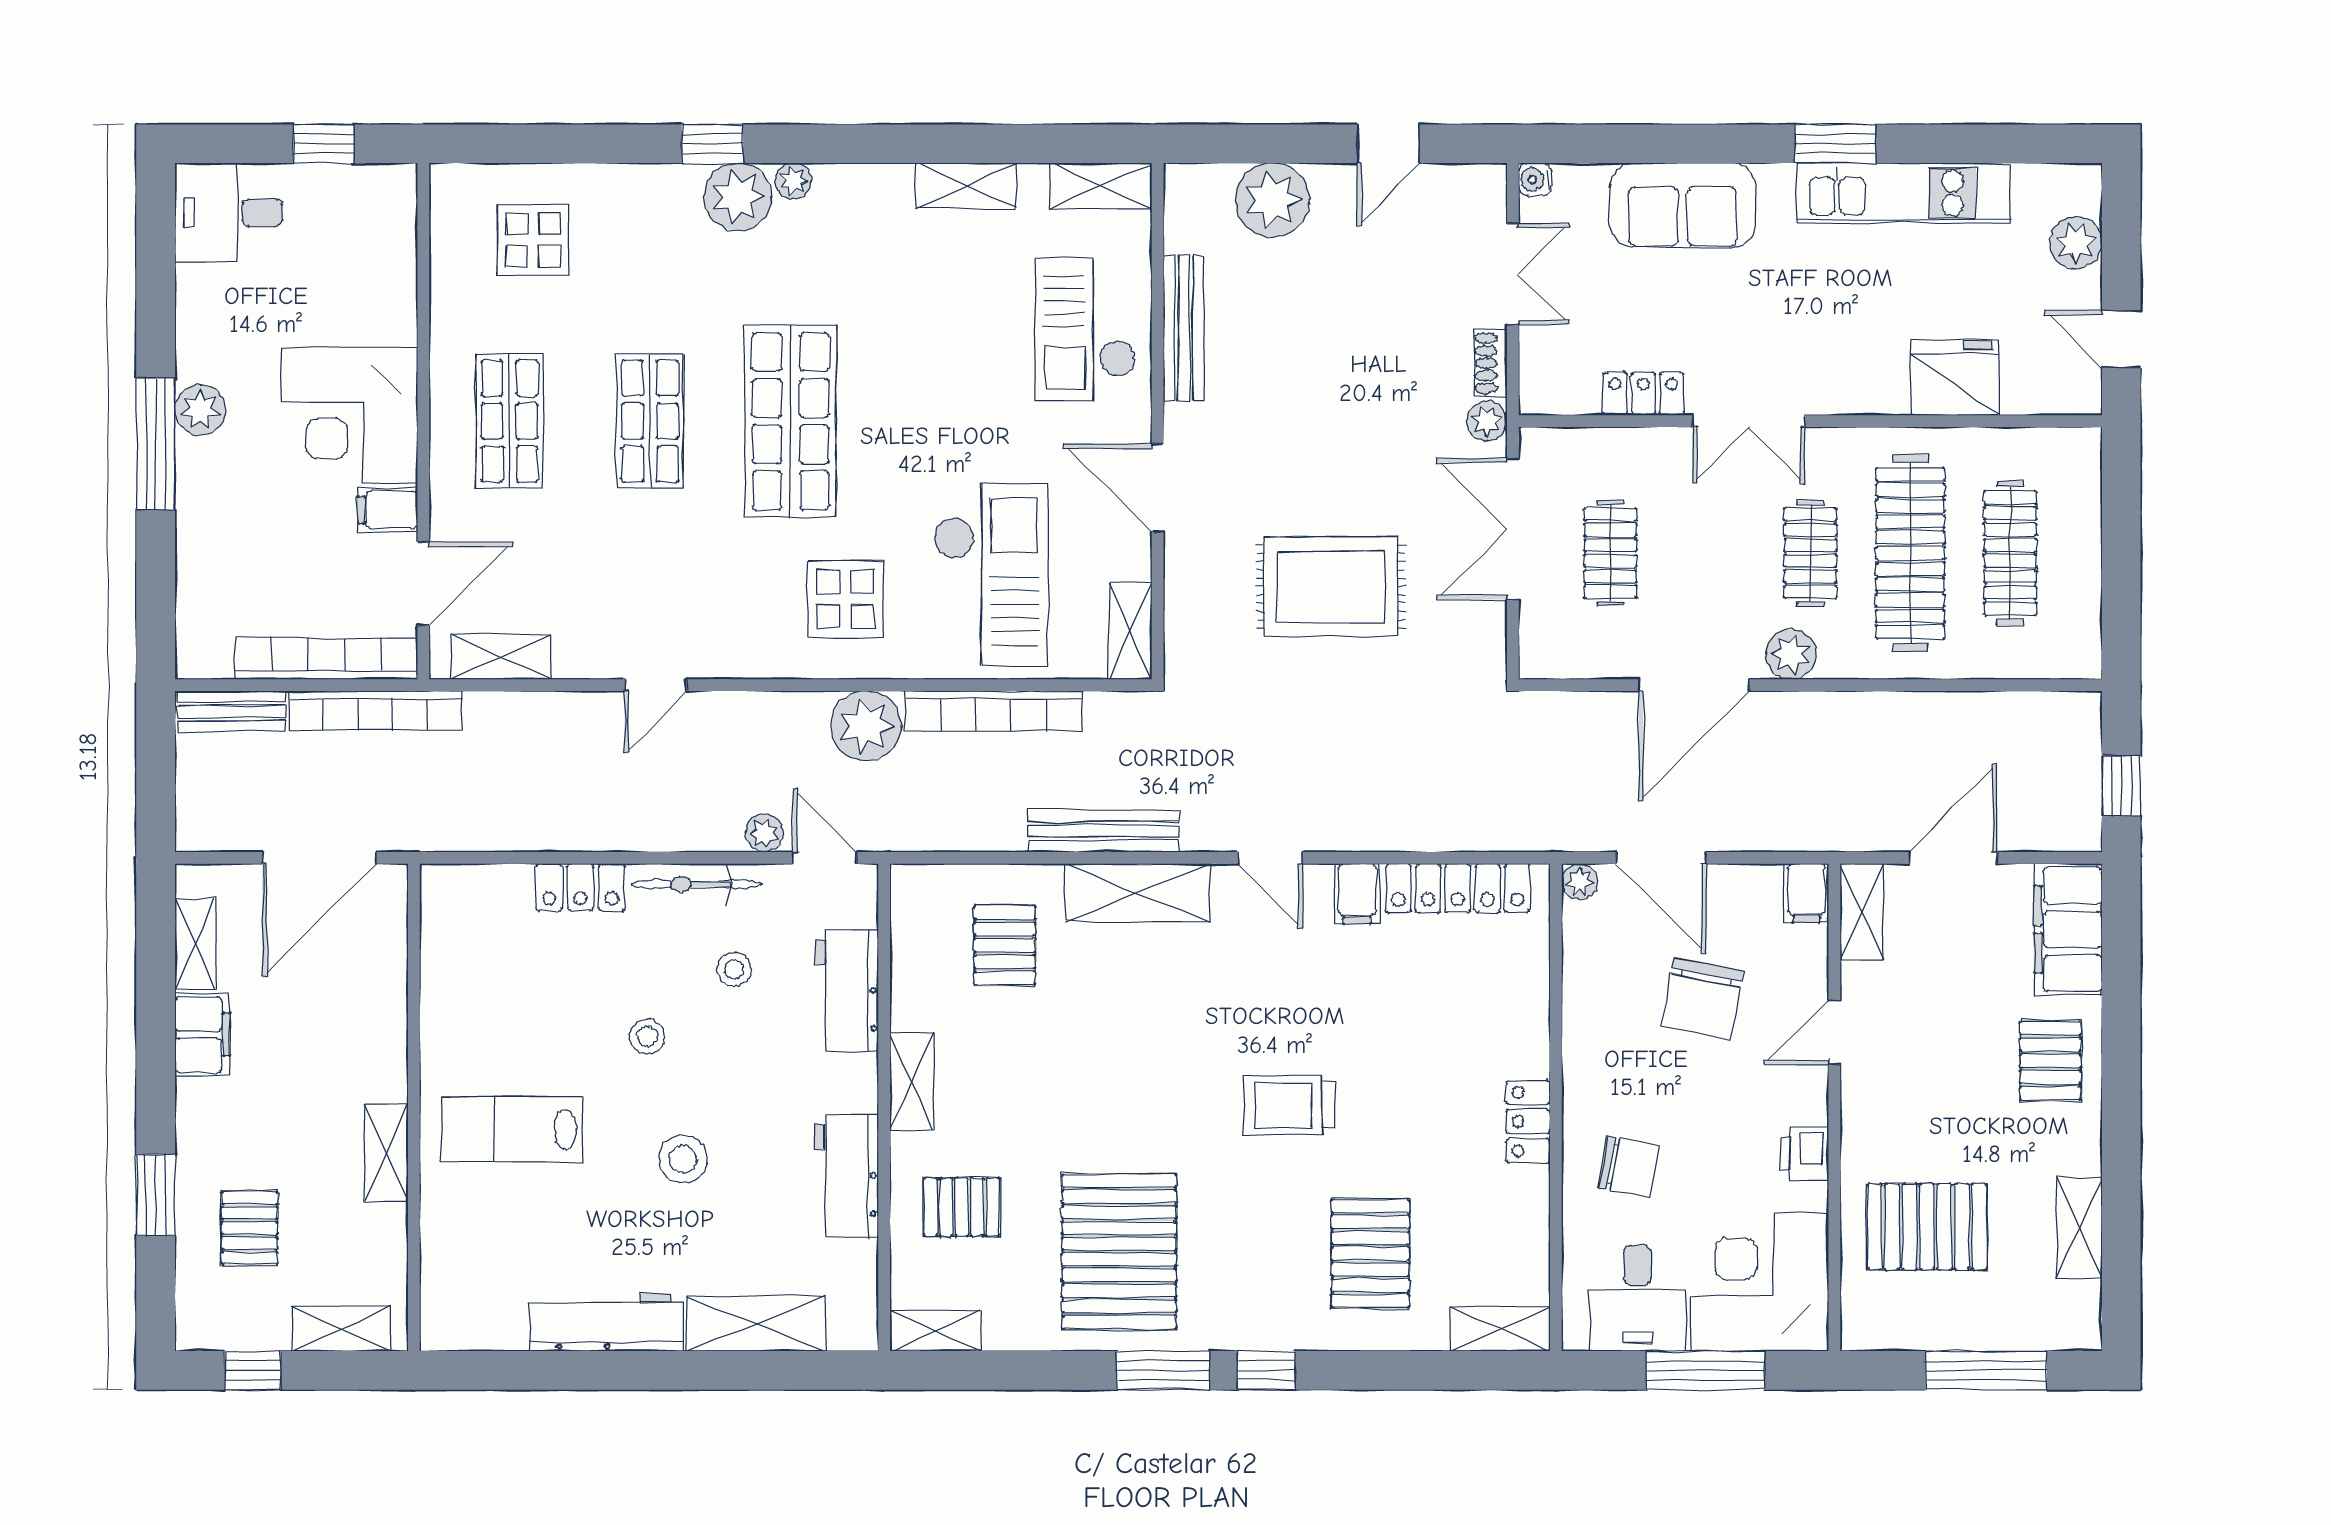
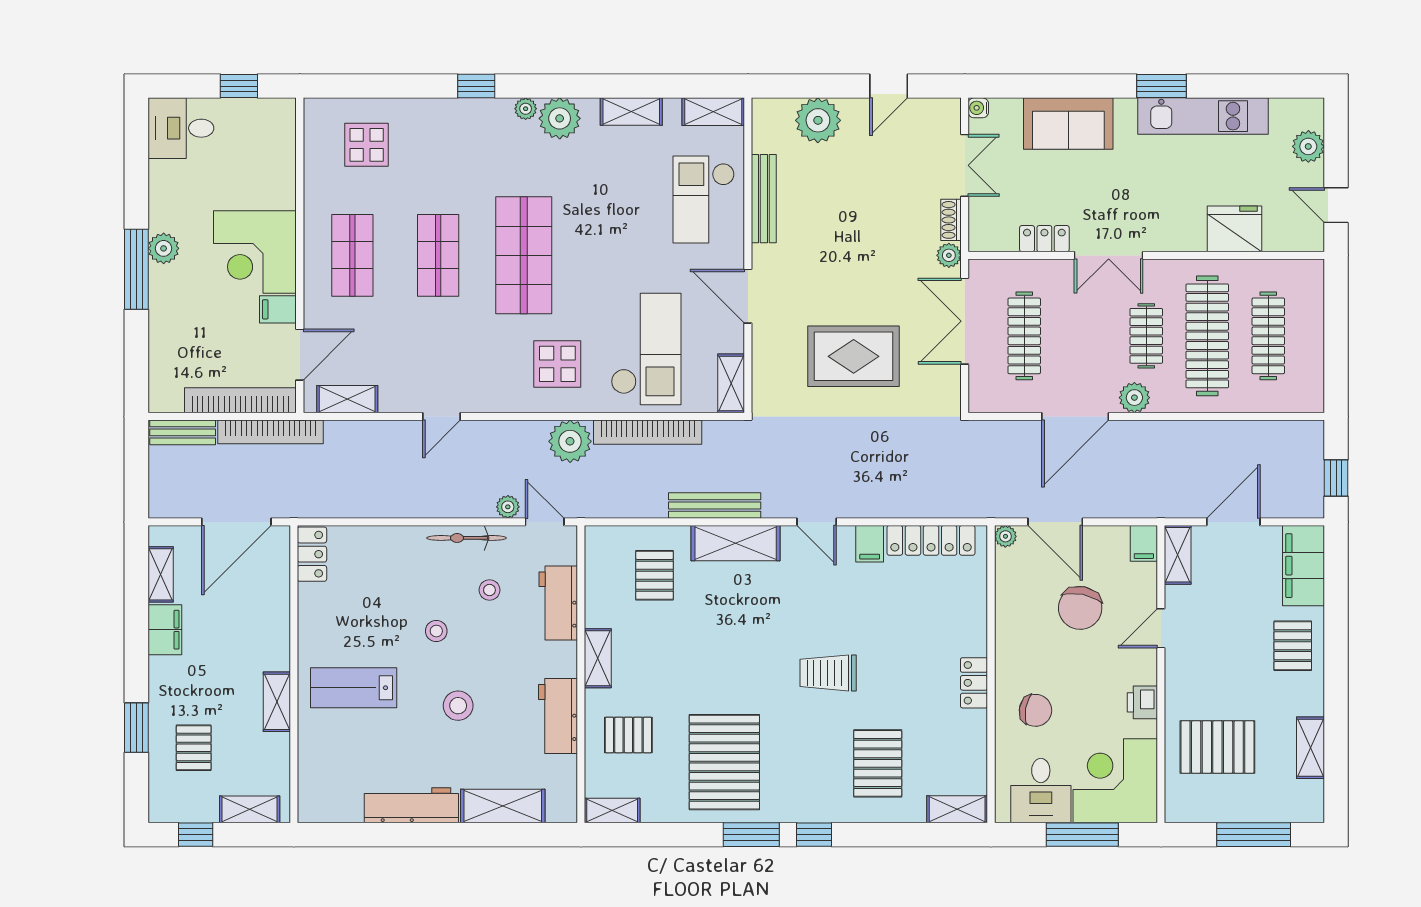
plant: (738, 197) -> (560, 118), moved
clothes rail: (1610, 553) -> (1024, 336), width x1.36
locker: (580, 887) -> (312, 554), moved, turned -90

